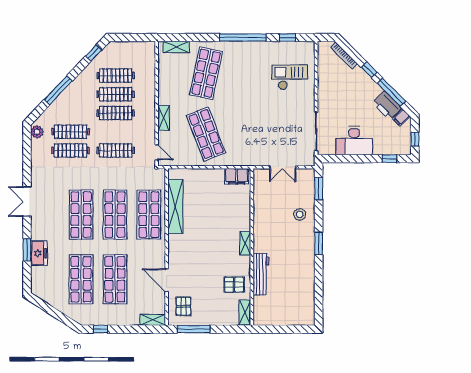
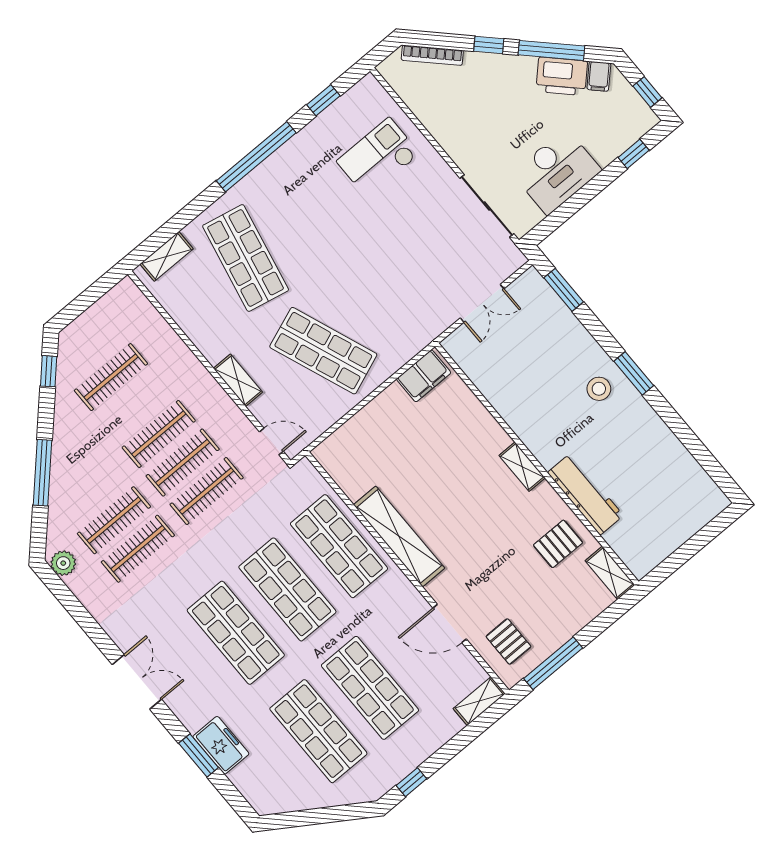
clothes rail: (116, 94) -> (183, 463), moved
double door: (27, 202) -> (137, 682), swing flipped
shelving: (175, 207) -> (399, 536), moved
stool: (300, 214) -> (599, 389), moved

